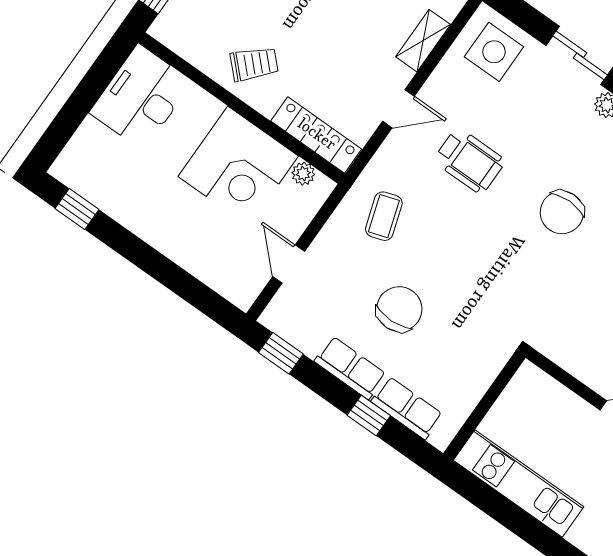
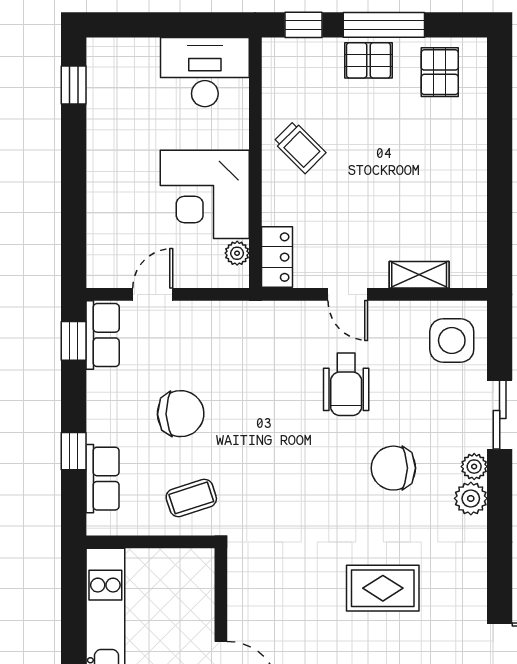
locker: (316, 135) -> (277, 257), width x0.66
chair: (562, 212) -> (393, 468), moved
coffee table: (384, 216) -> (191, 498), moved
row of seats: (350, 368) -> (103, 335), moved

